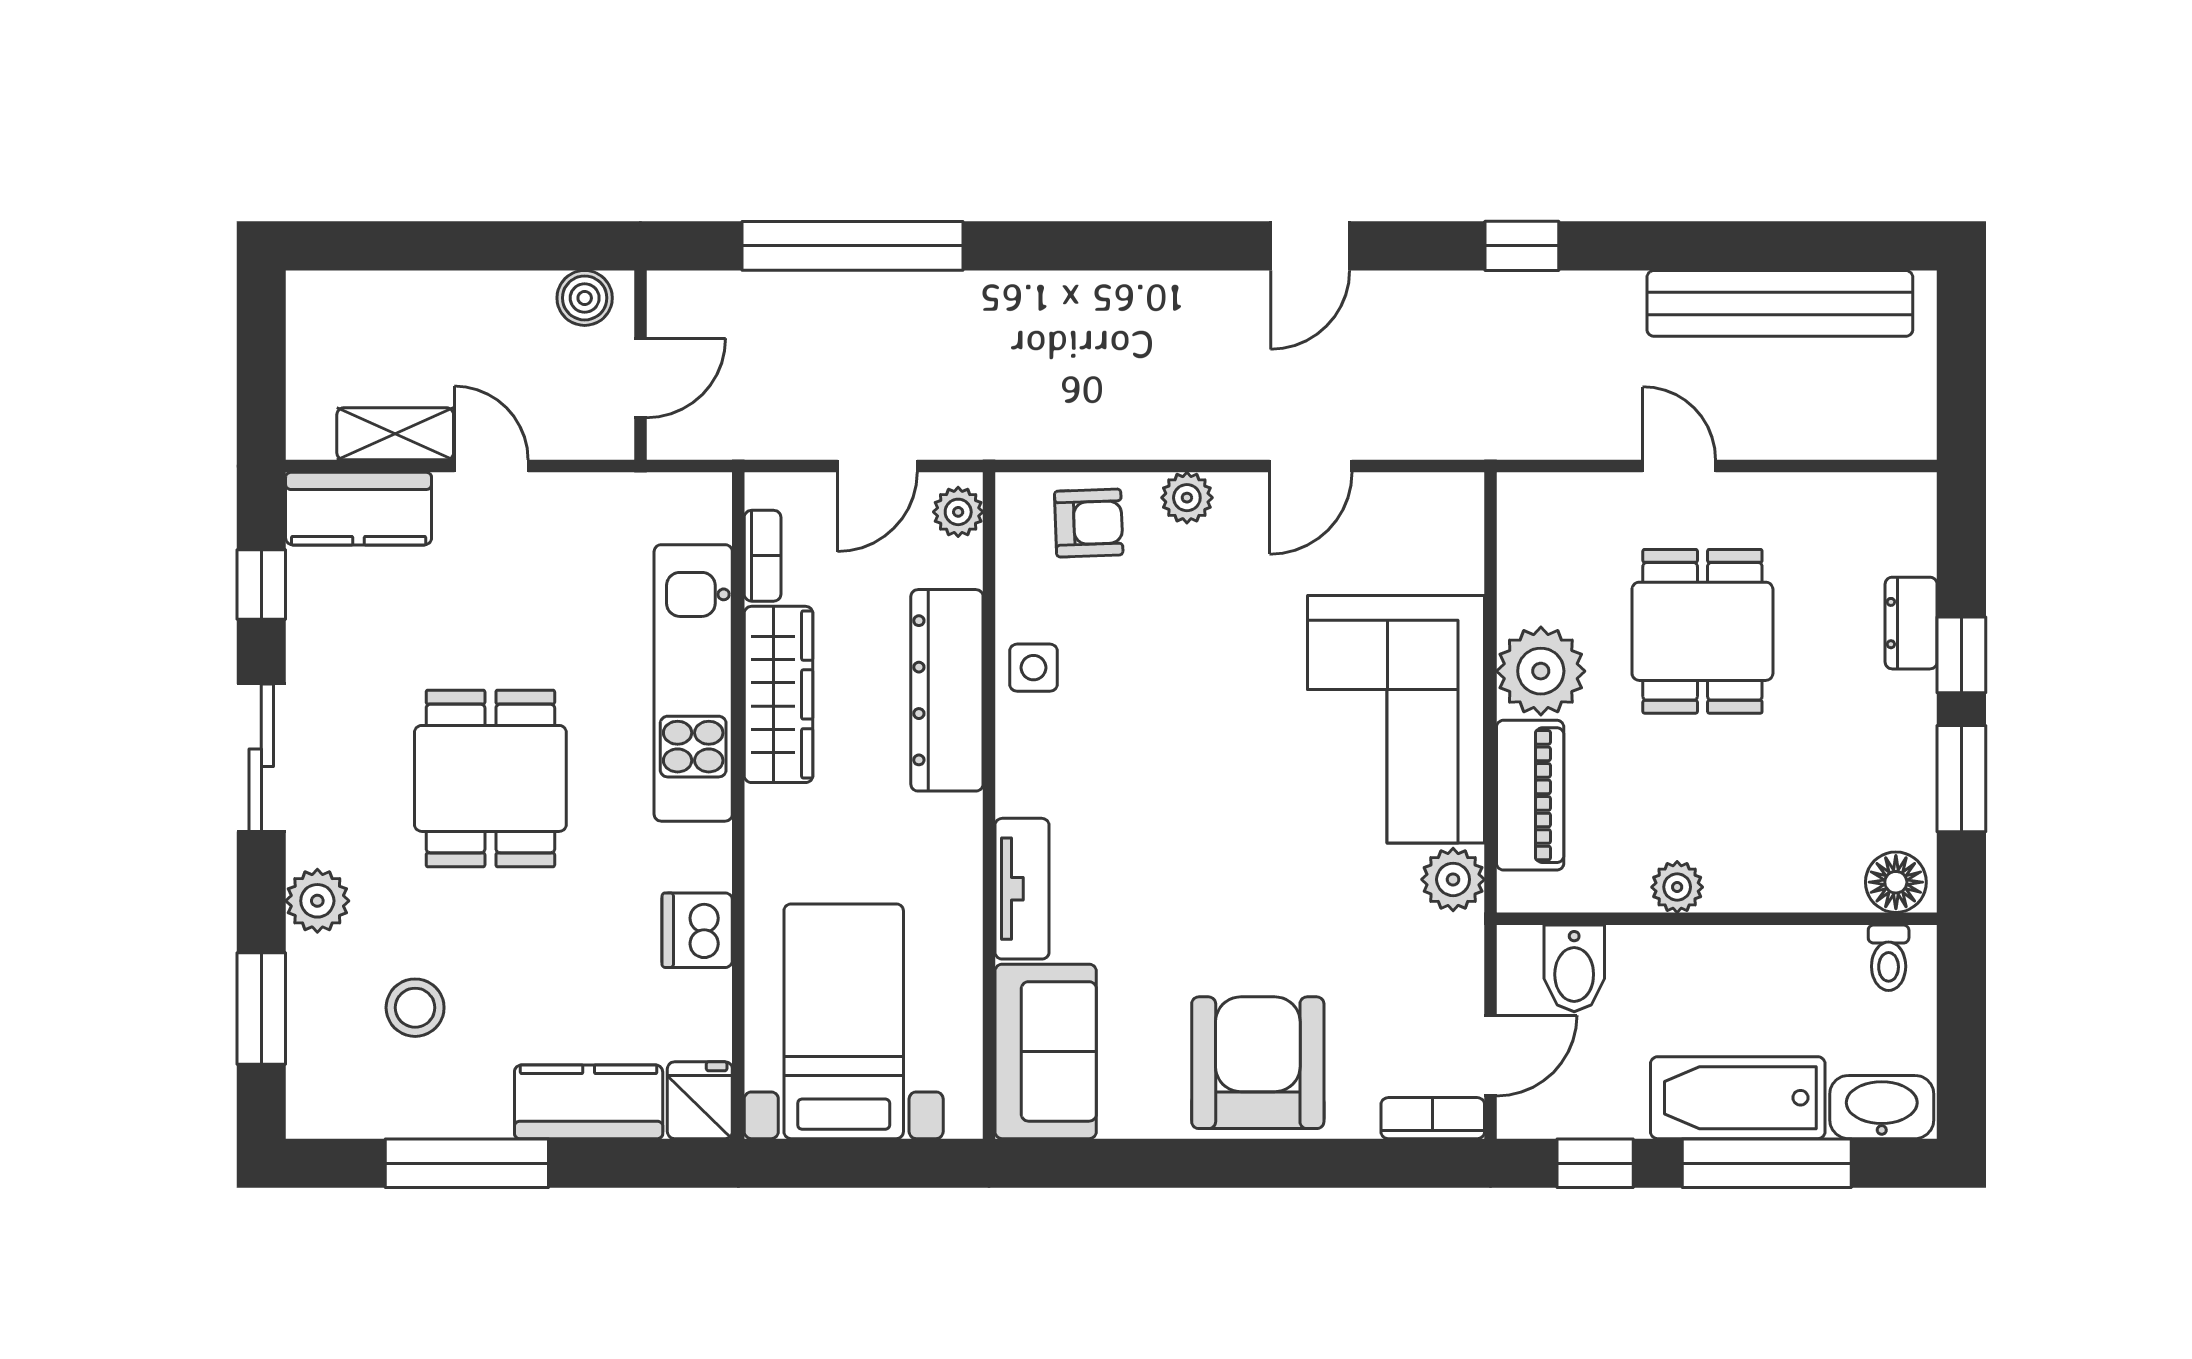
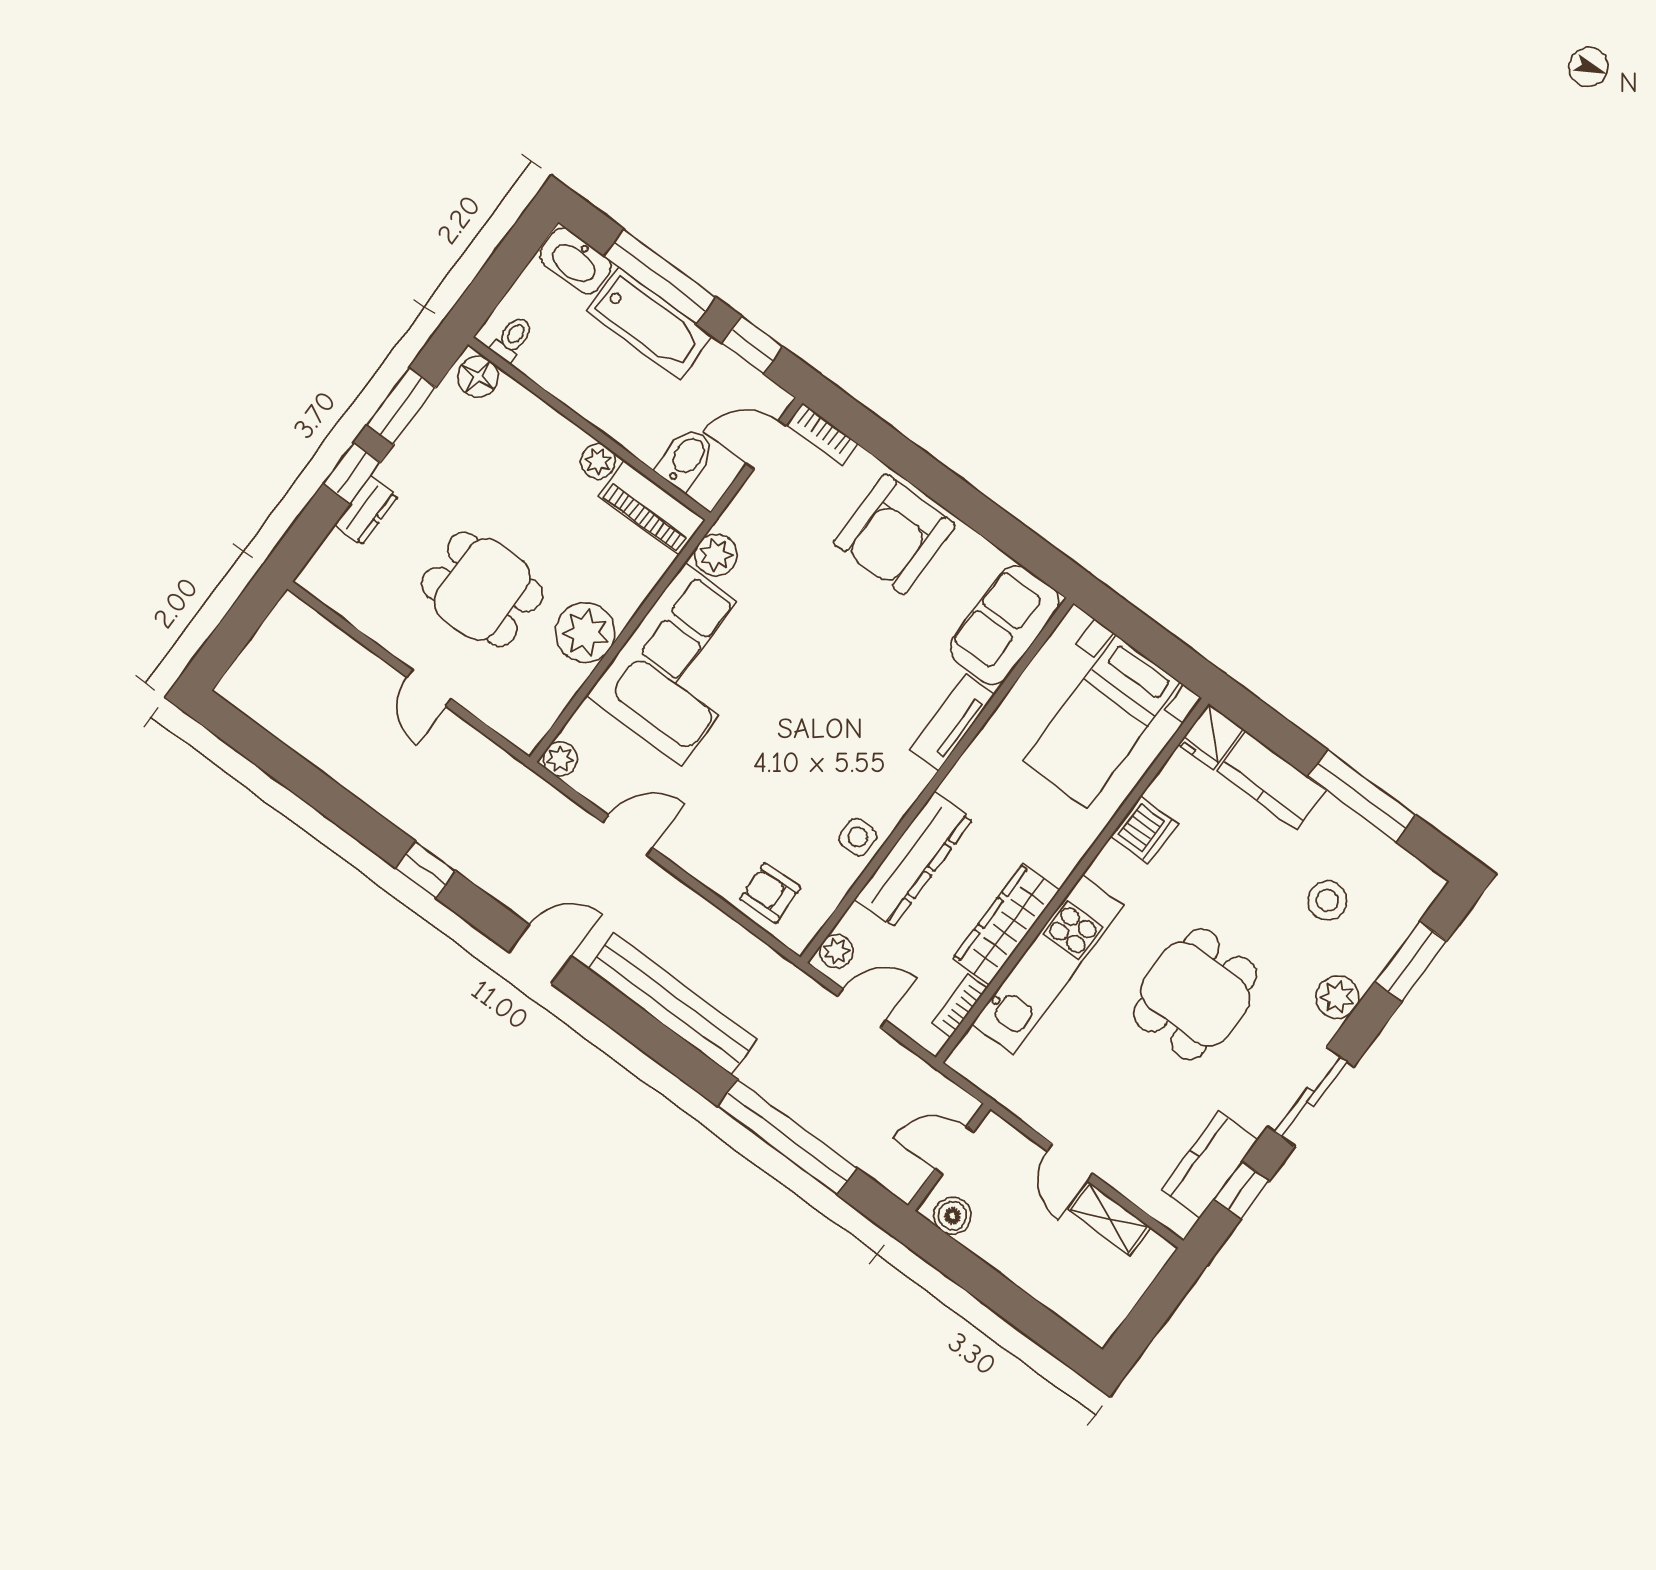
bench: (1780, 303) -> (672, 1004), moved
plant: (1187, 498) -> (560, 759), moved
kitchen counter: (359, 509) -> (1210, 1165), moved, turned -90
dining table: (1702, 631) -> (482, 589), turned 90
piano: (1530, 795) -> (652, 508), moved, turned -90

